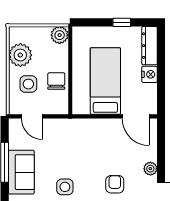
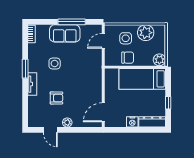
bed: (105, 81) -> (142, 79), moved, turned 180

